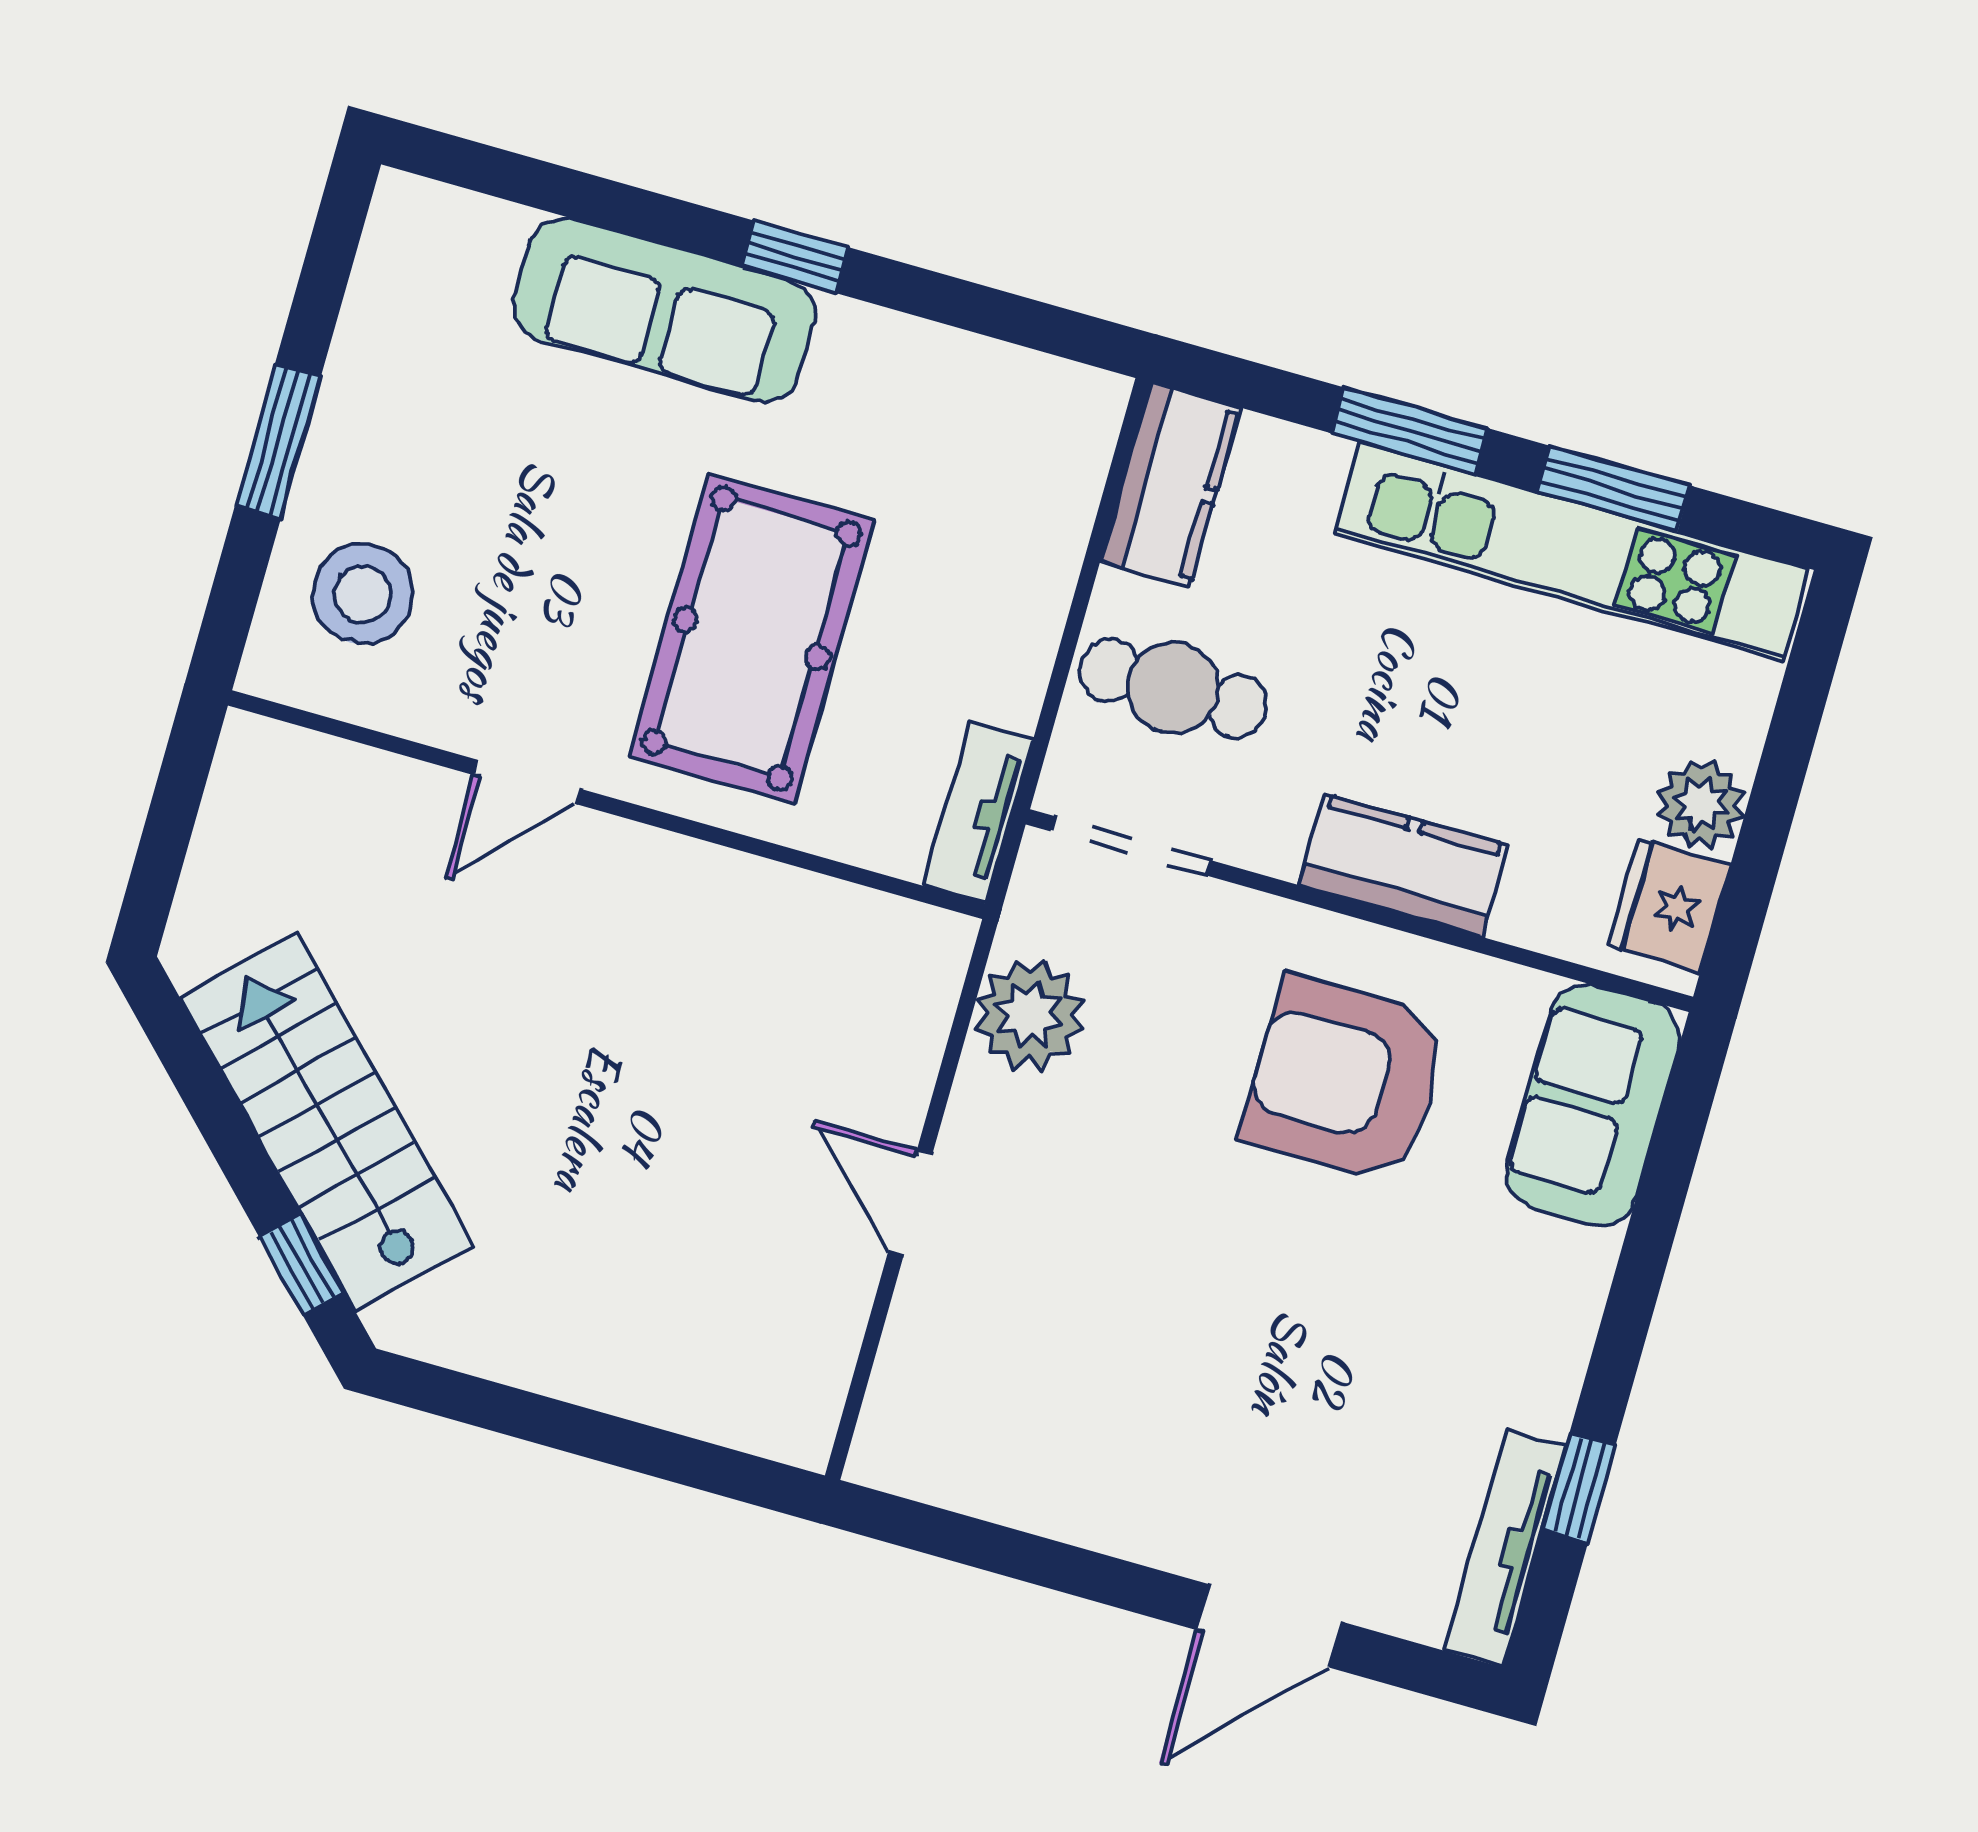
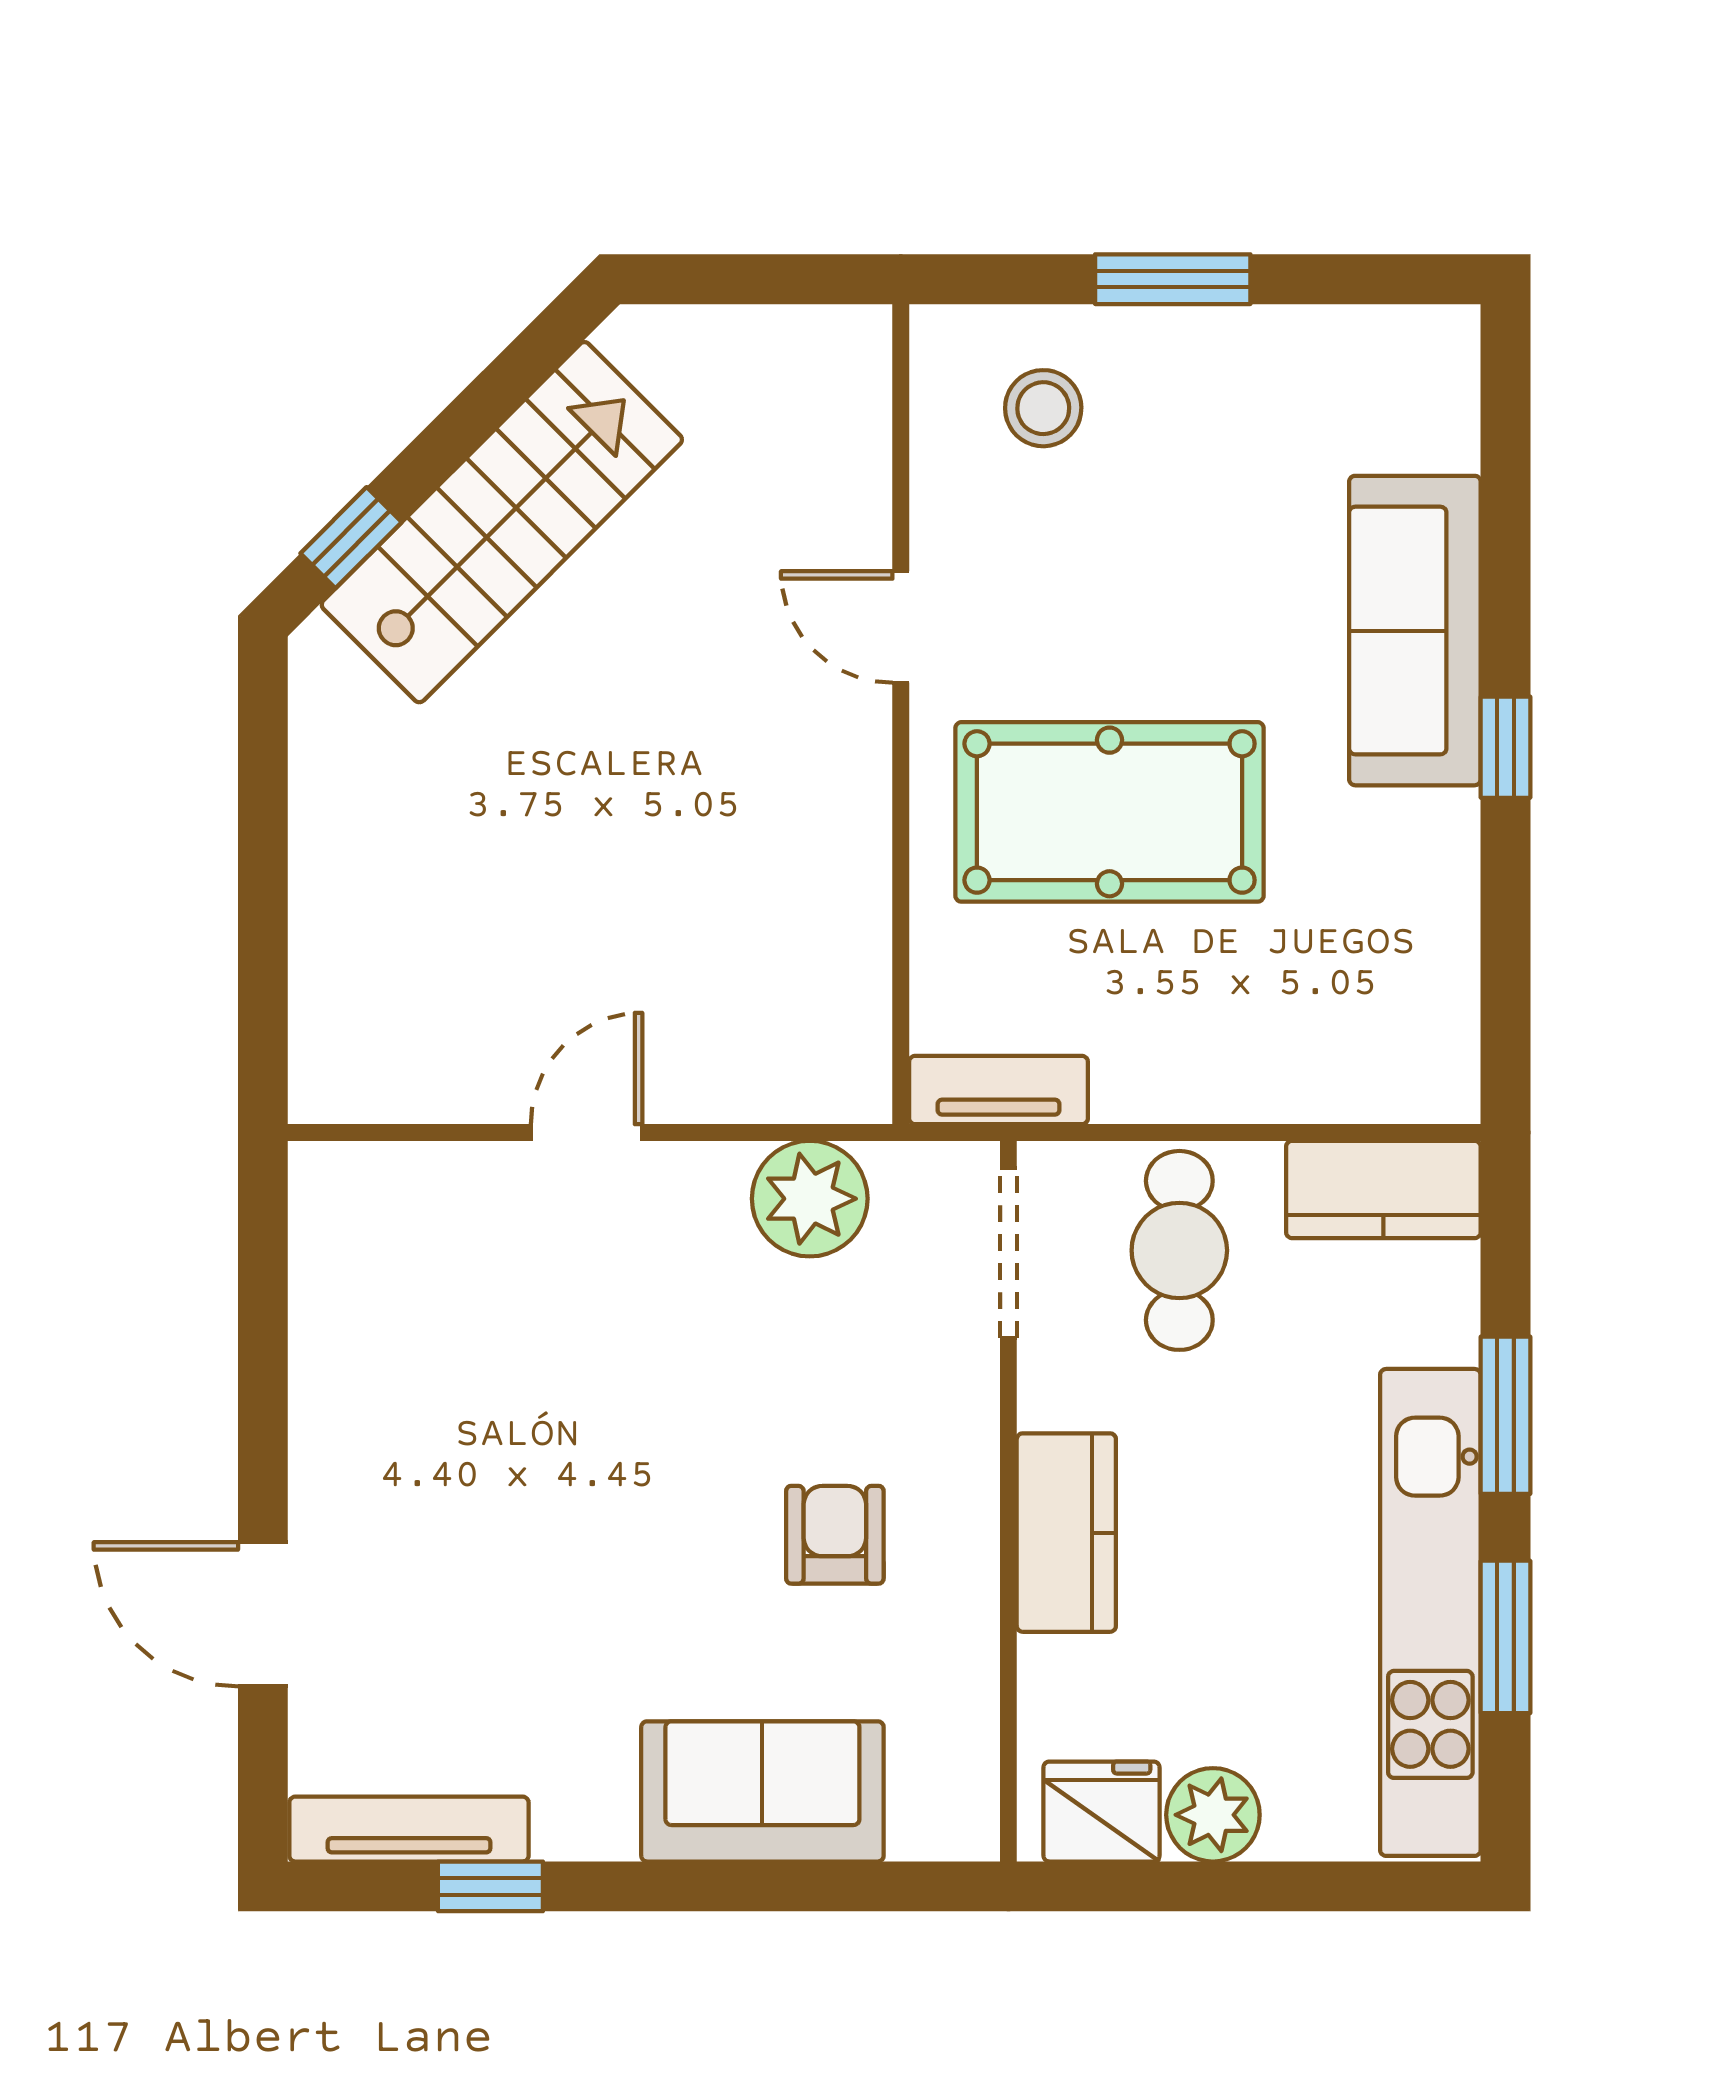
stool: (363, 594) -> (1043, 408), width x0.73, depth x0.73
armchair: (1345, 1079) -> (835, 1535), width x0.53, depth x0.53
sofa: (1593, 1105) -> (762, 1791), moved

